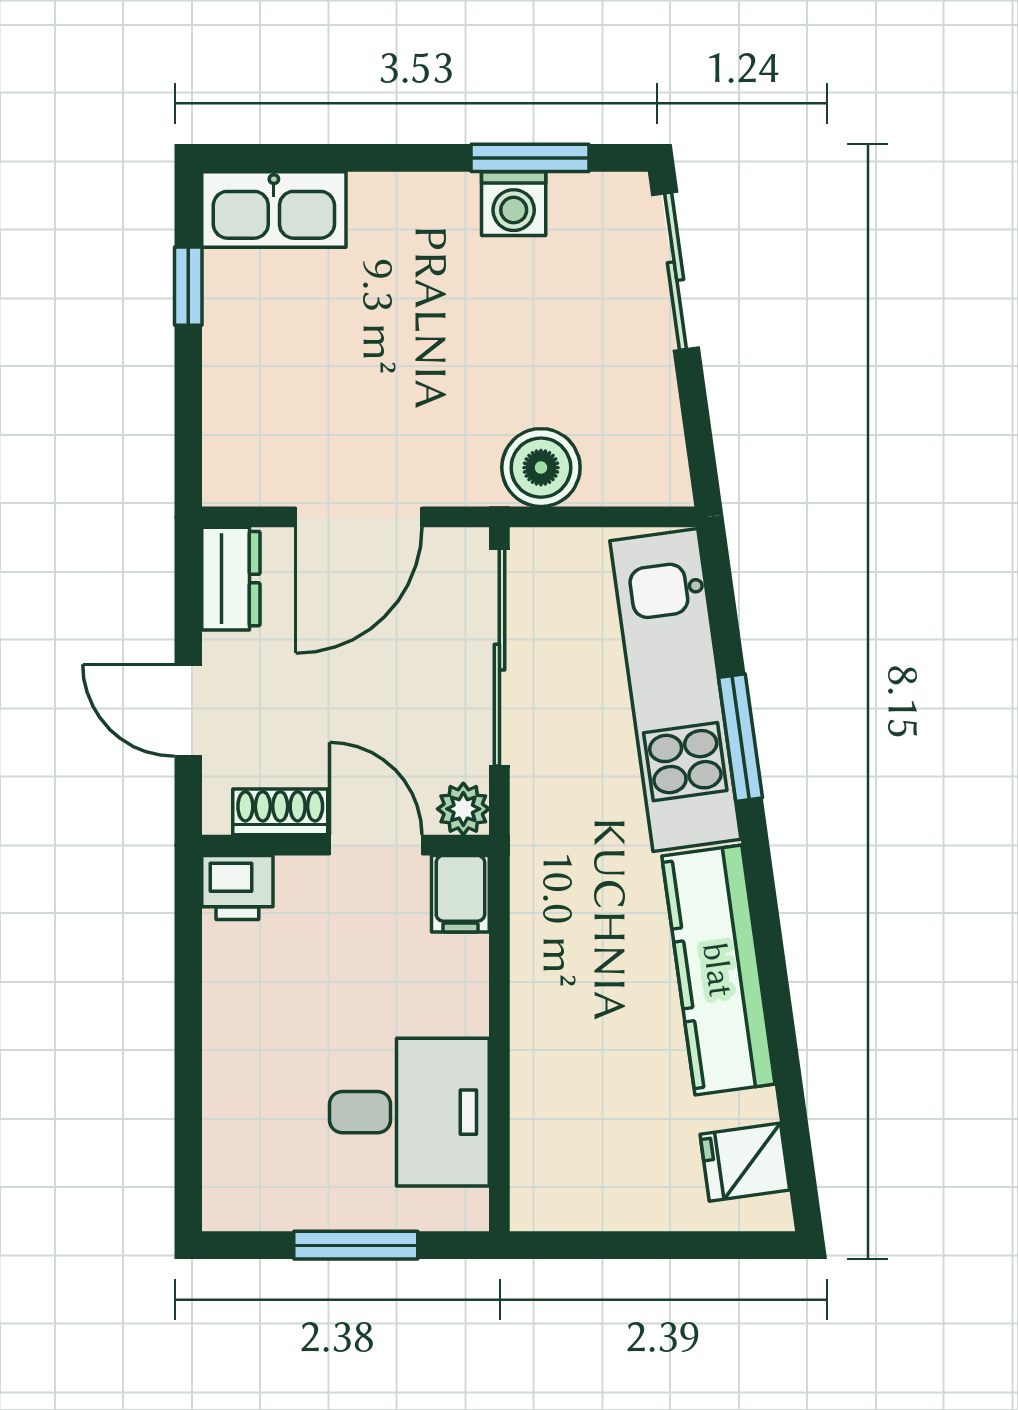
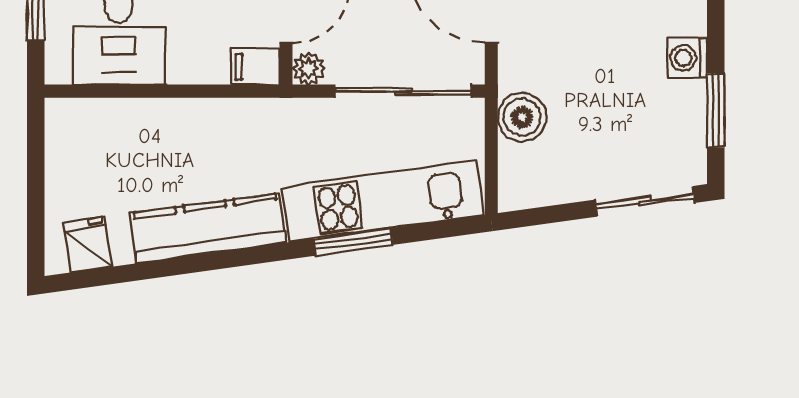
washing machine: (514, 204) -> (687, 58), moved

